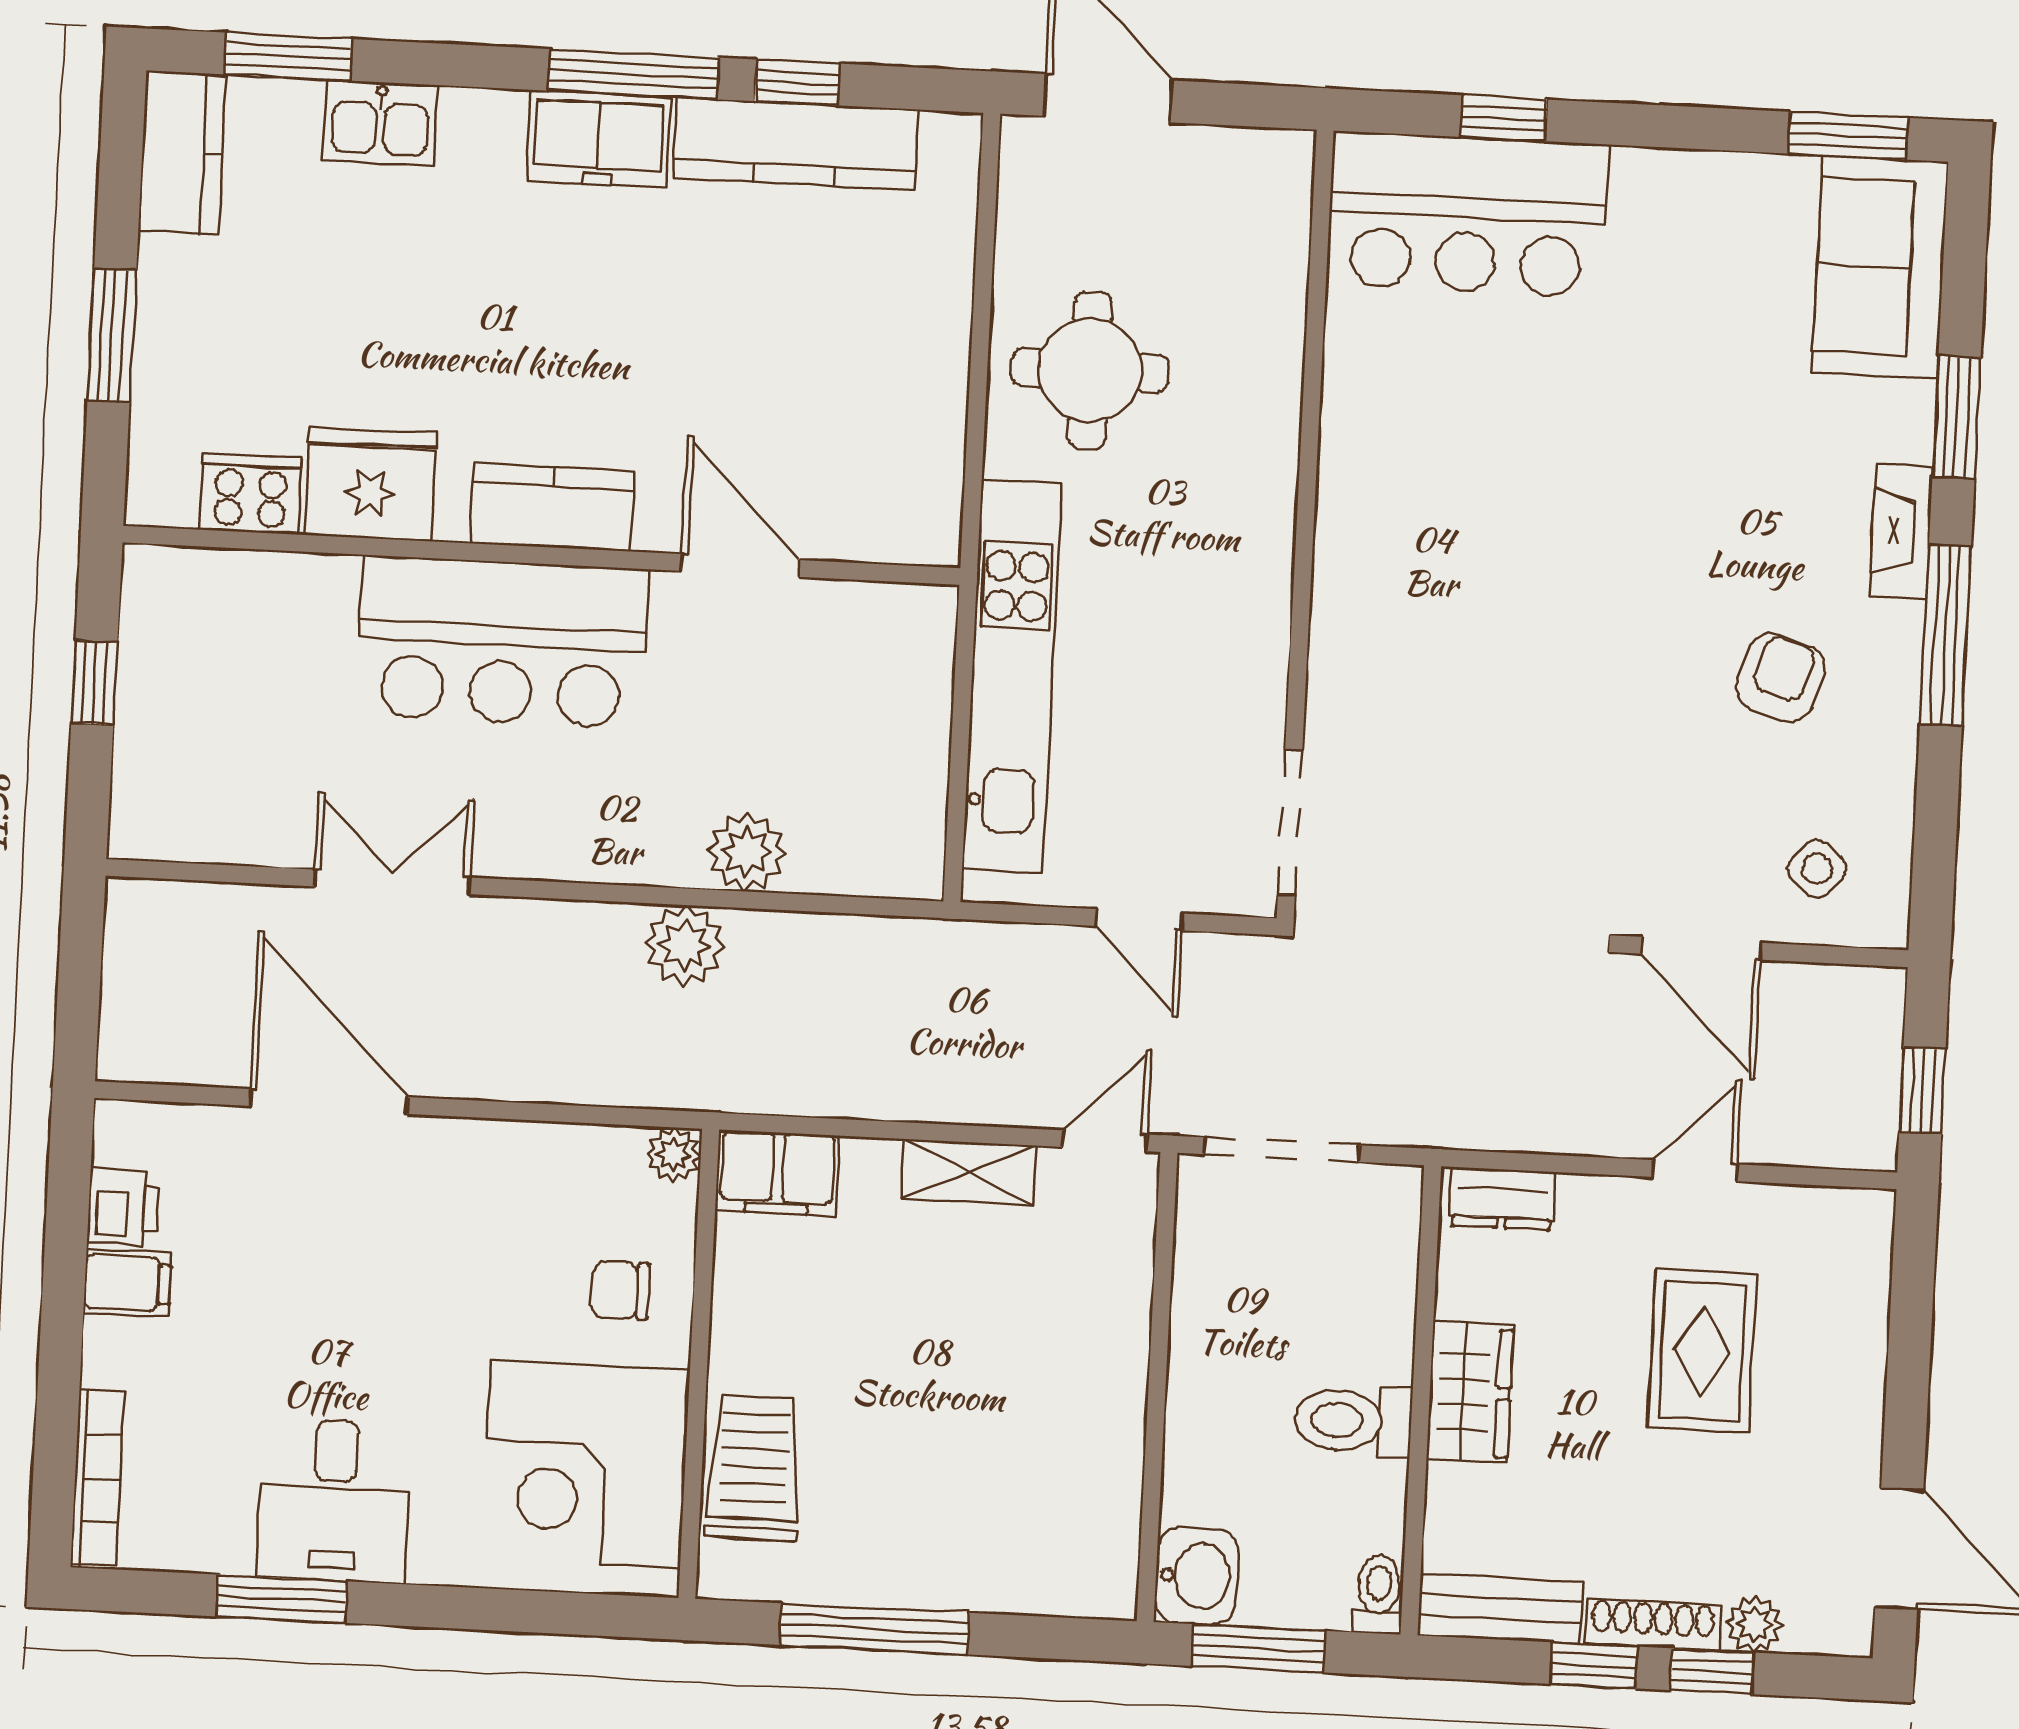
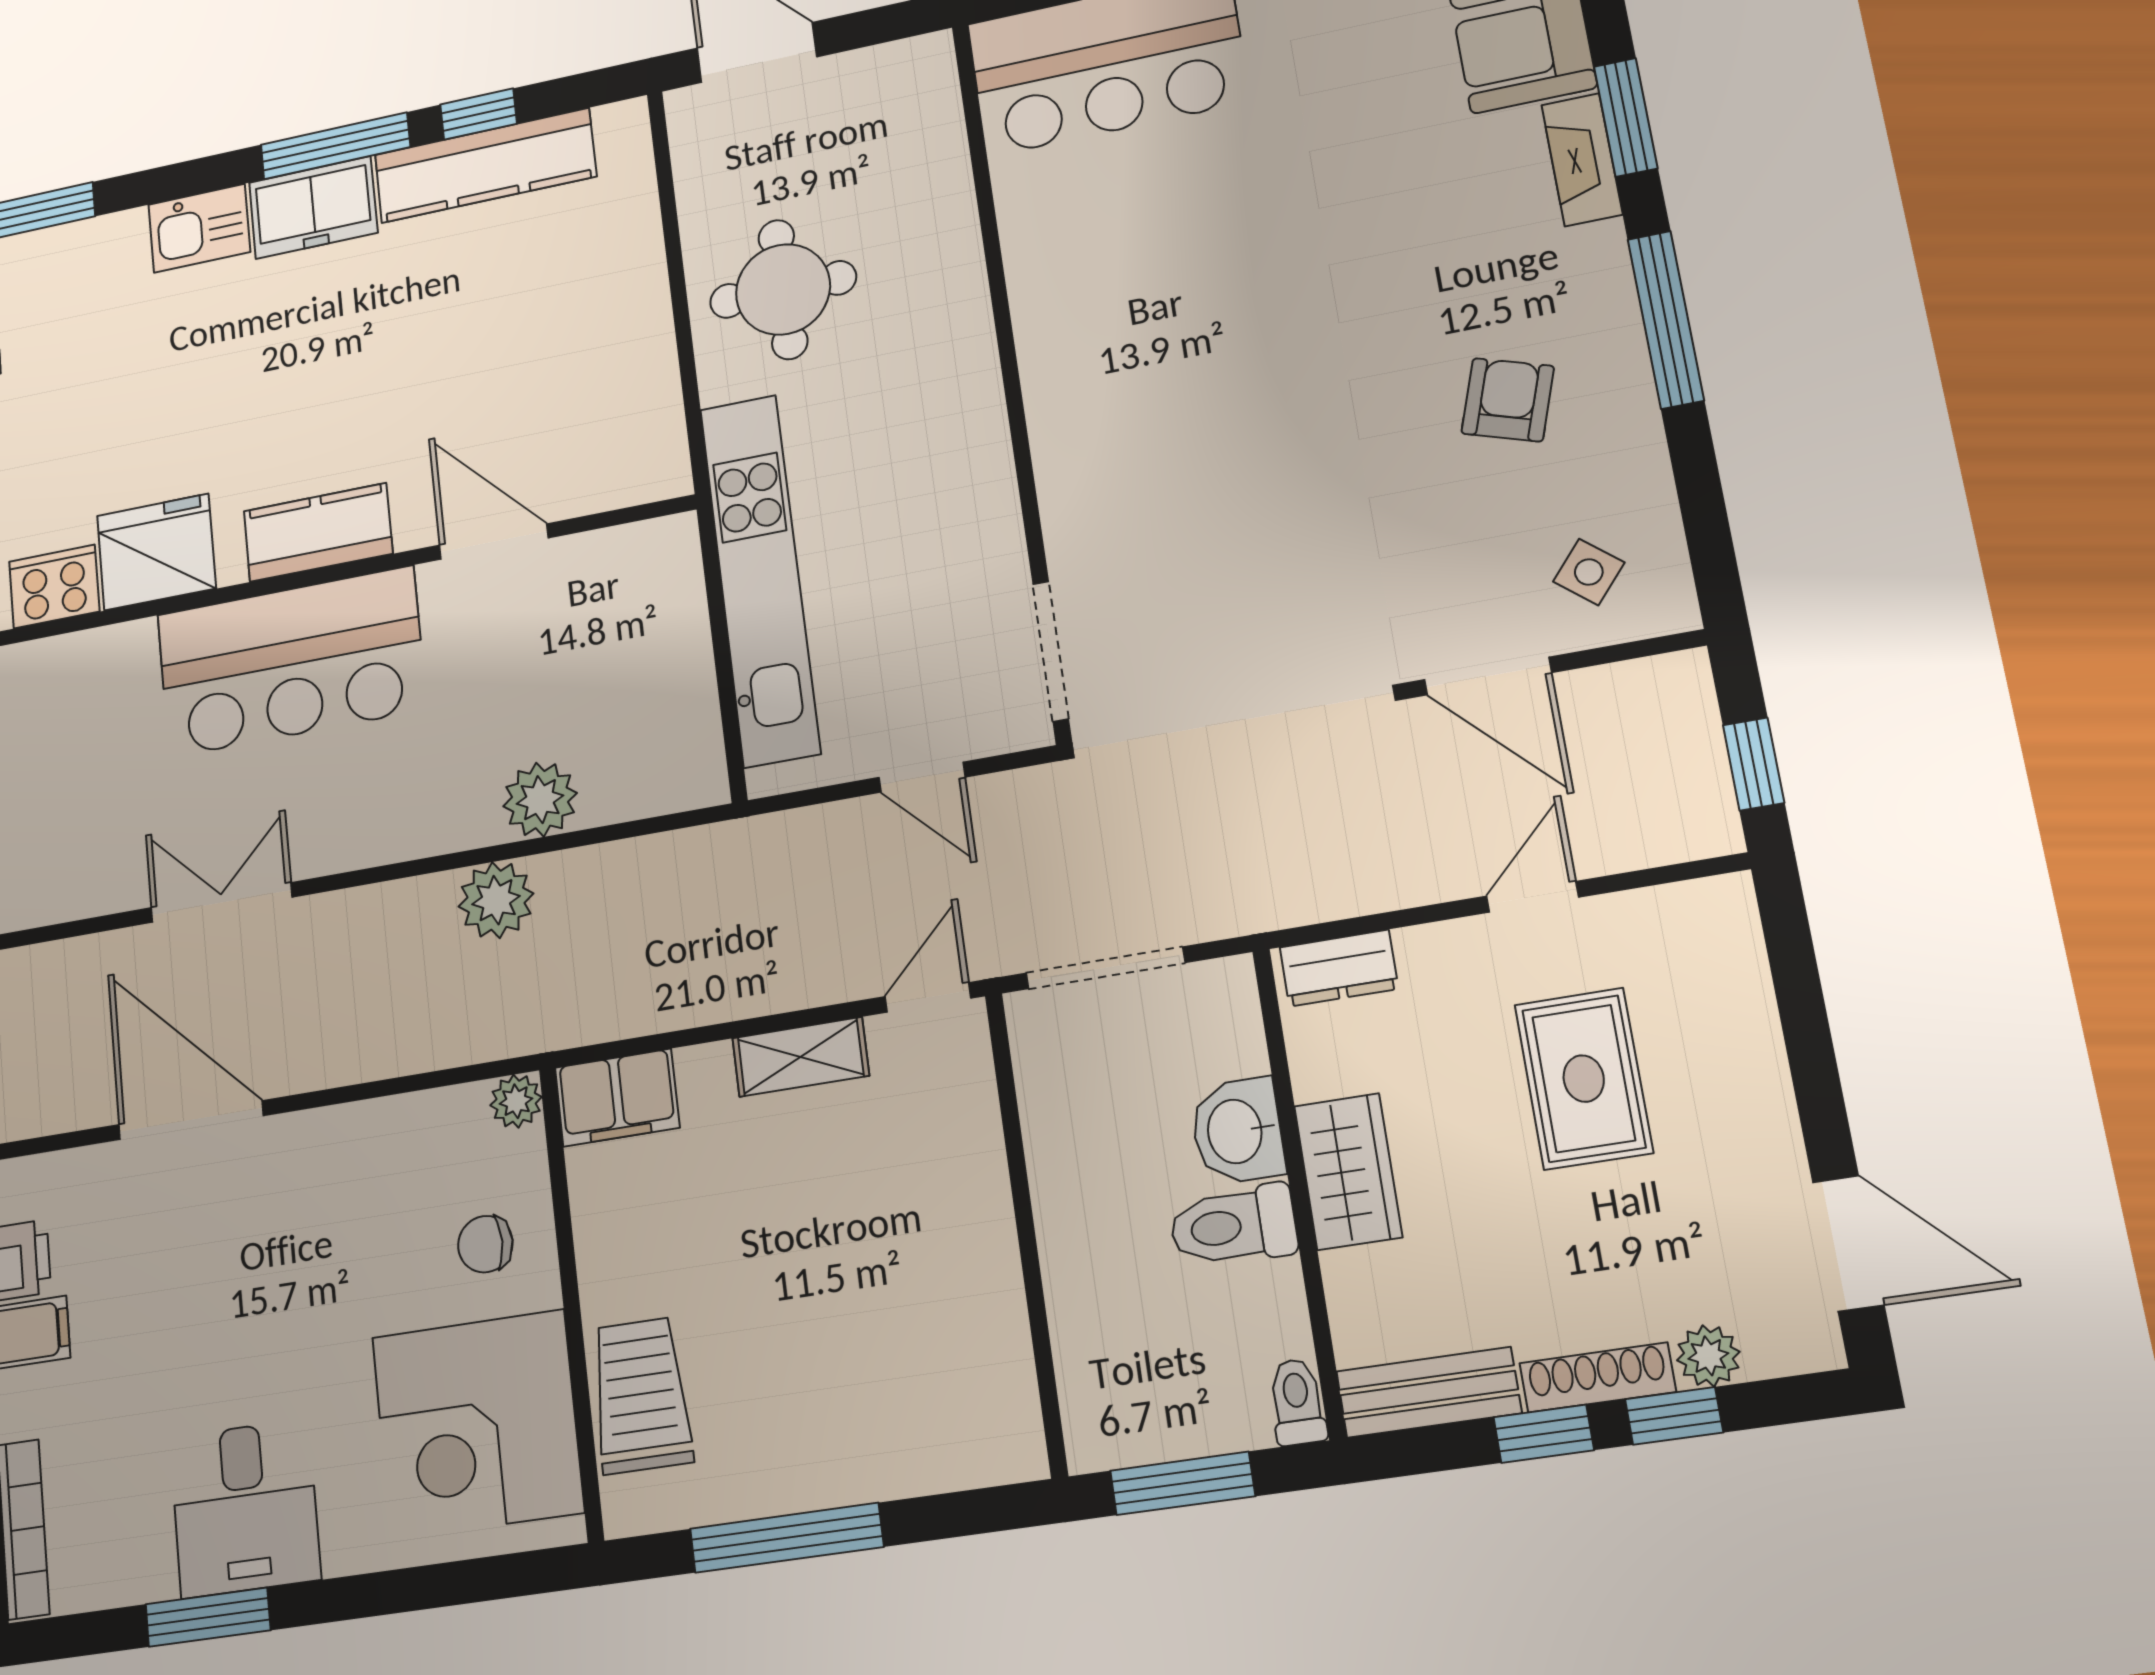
kitchen sink: (380, 123) -> (199, 228), moved
fireplace: (1901, 532) -> (1582, 160), moved
washbasin: (1197, 1576) -> (1237, 1131), moved, turned 180

